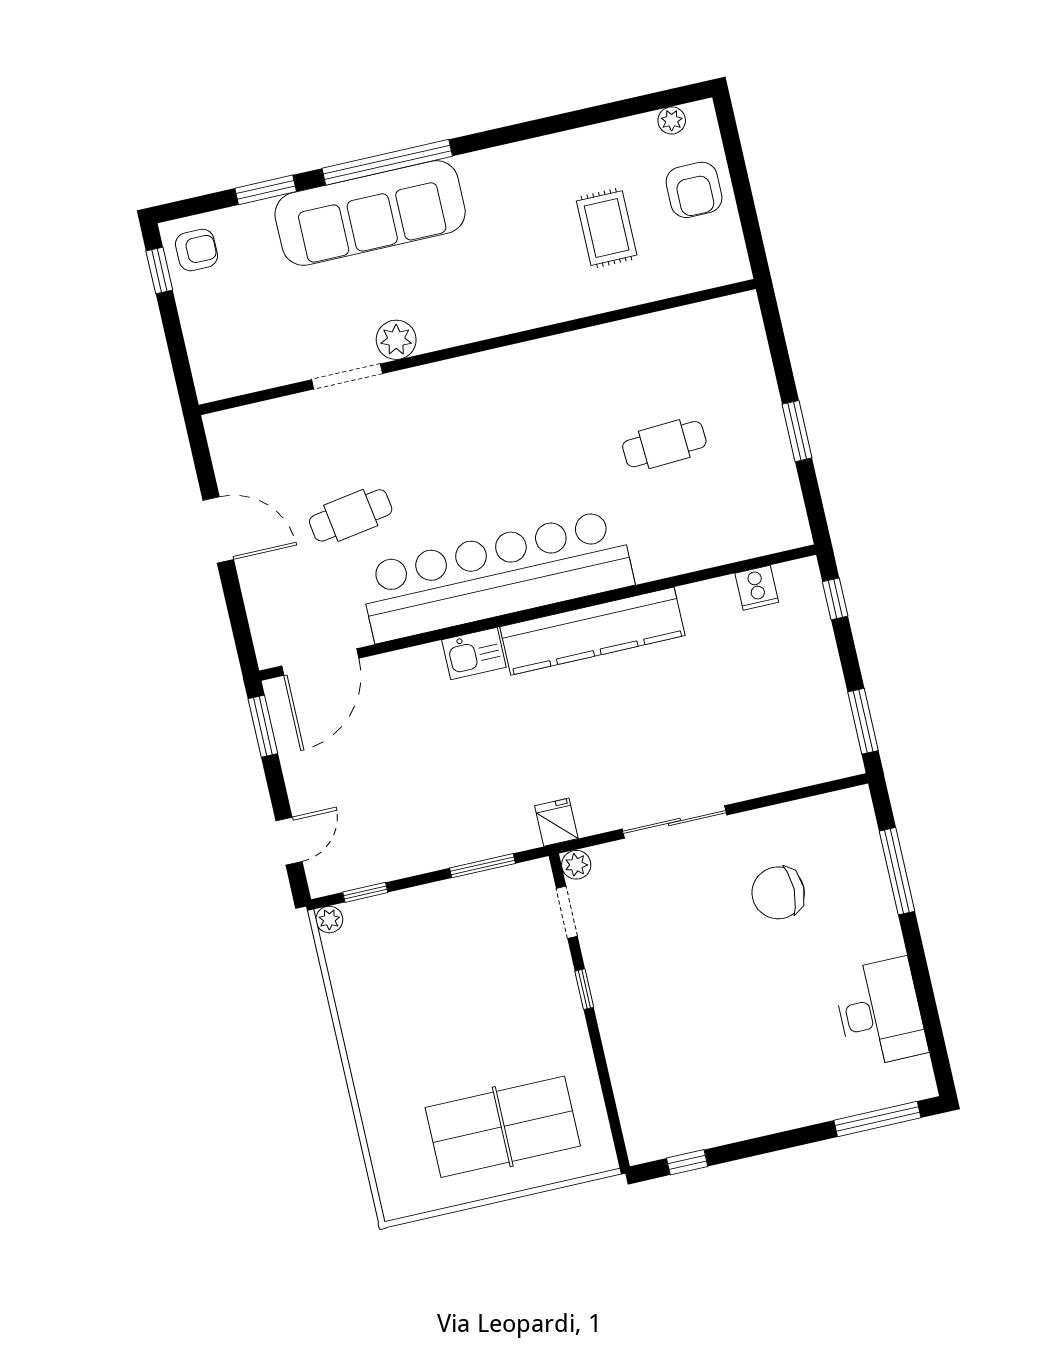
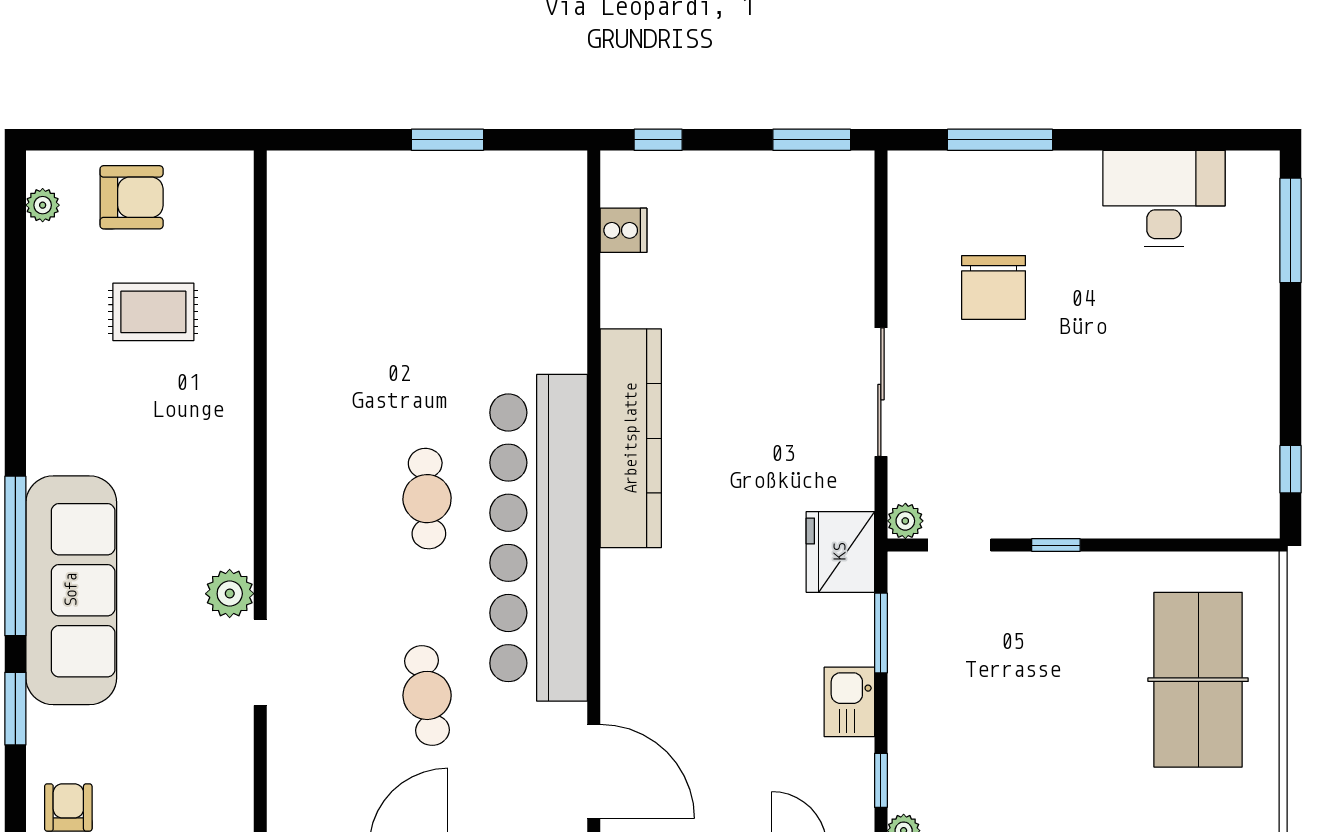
cafe table: (664, 444) -> (427, 499), moved
kitchen sink: (474, 654) -> (849, 702), moved, turned 180
fridge: (556, 822) -> (840, 552), width x1.88, depth x1.34

